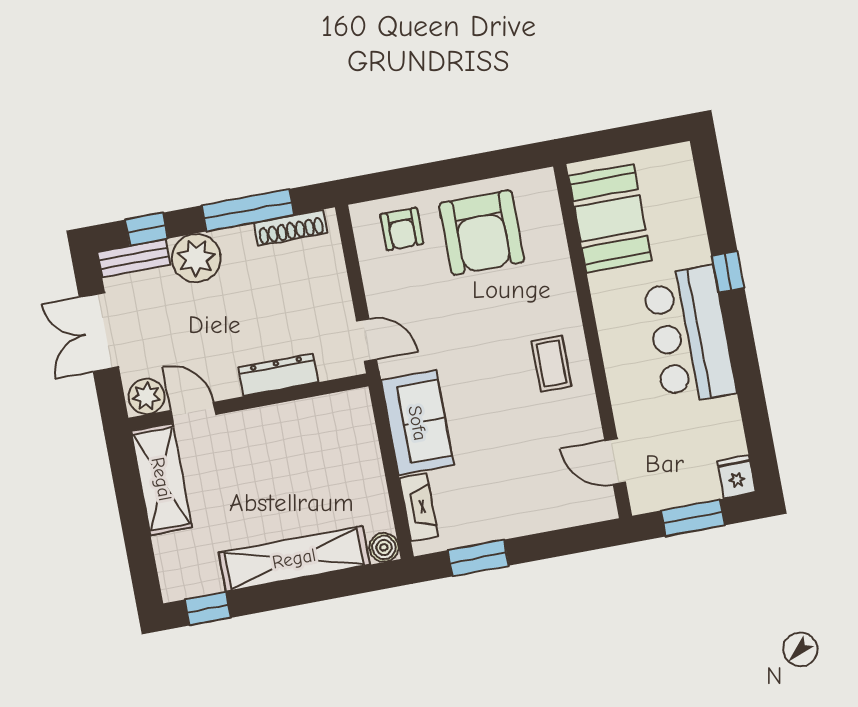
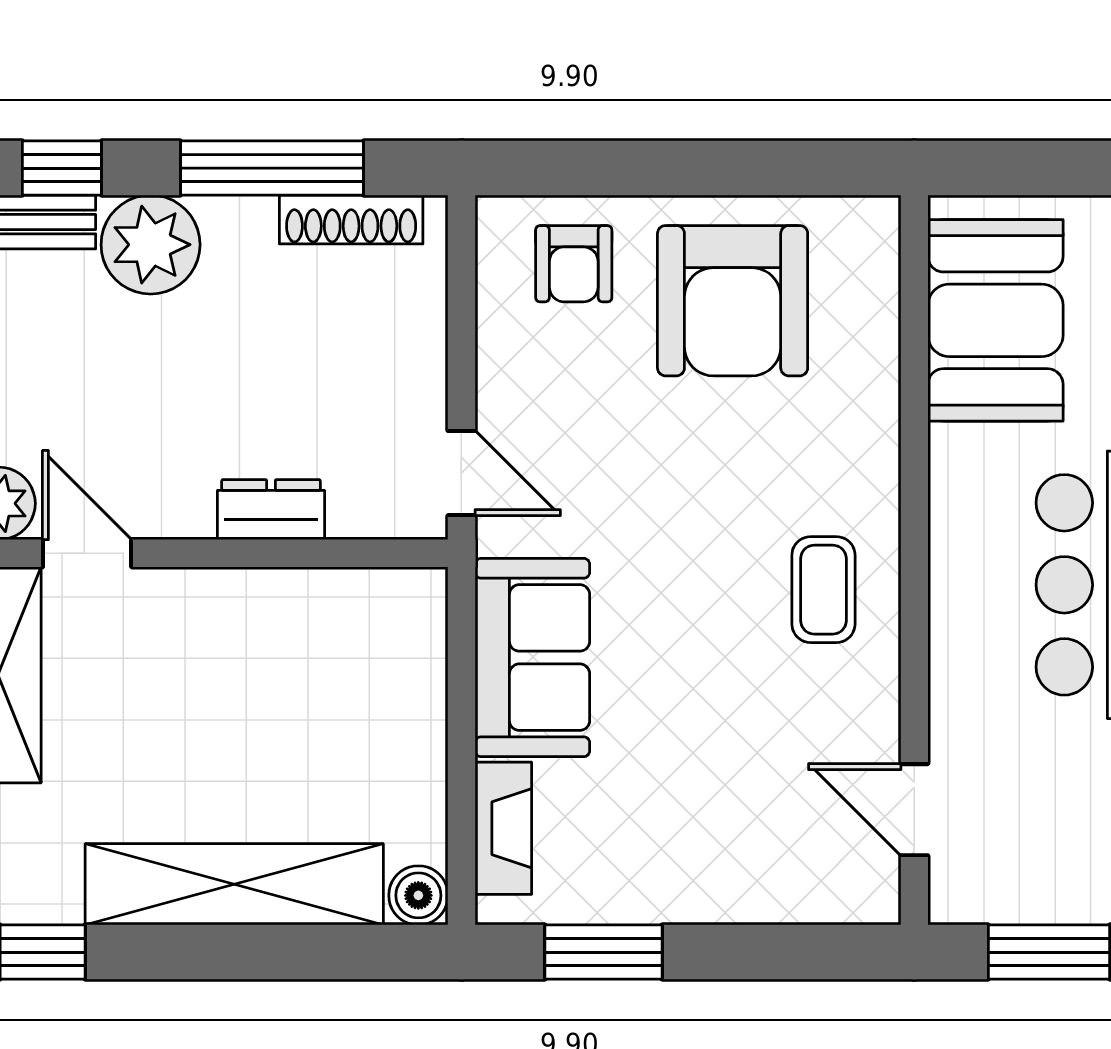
dresser: (278, 375) -> (271, 510), width x0.70

